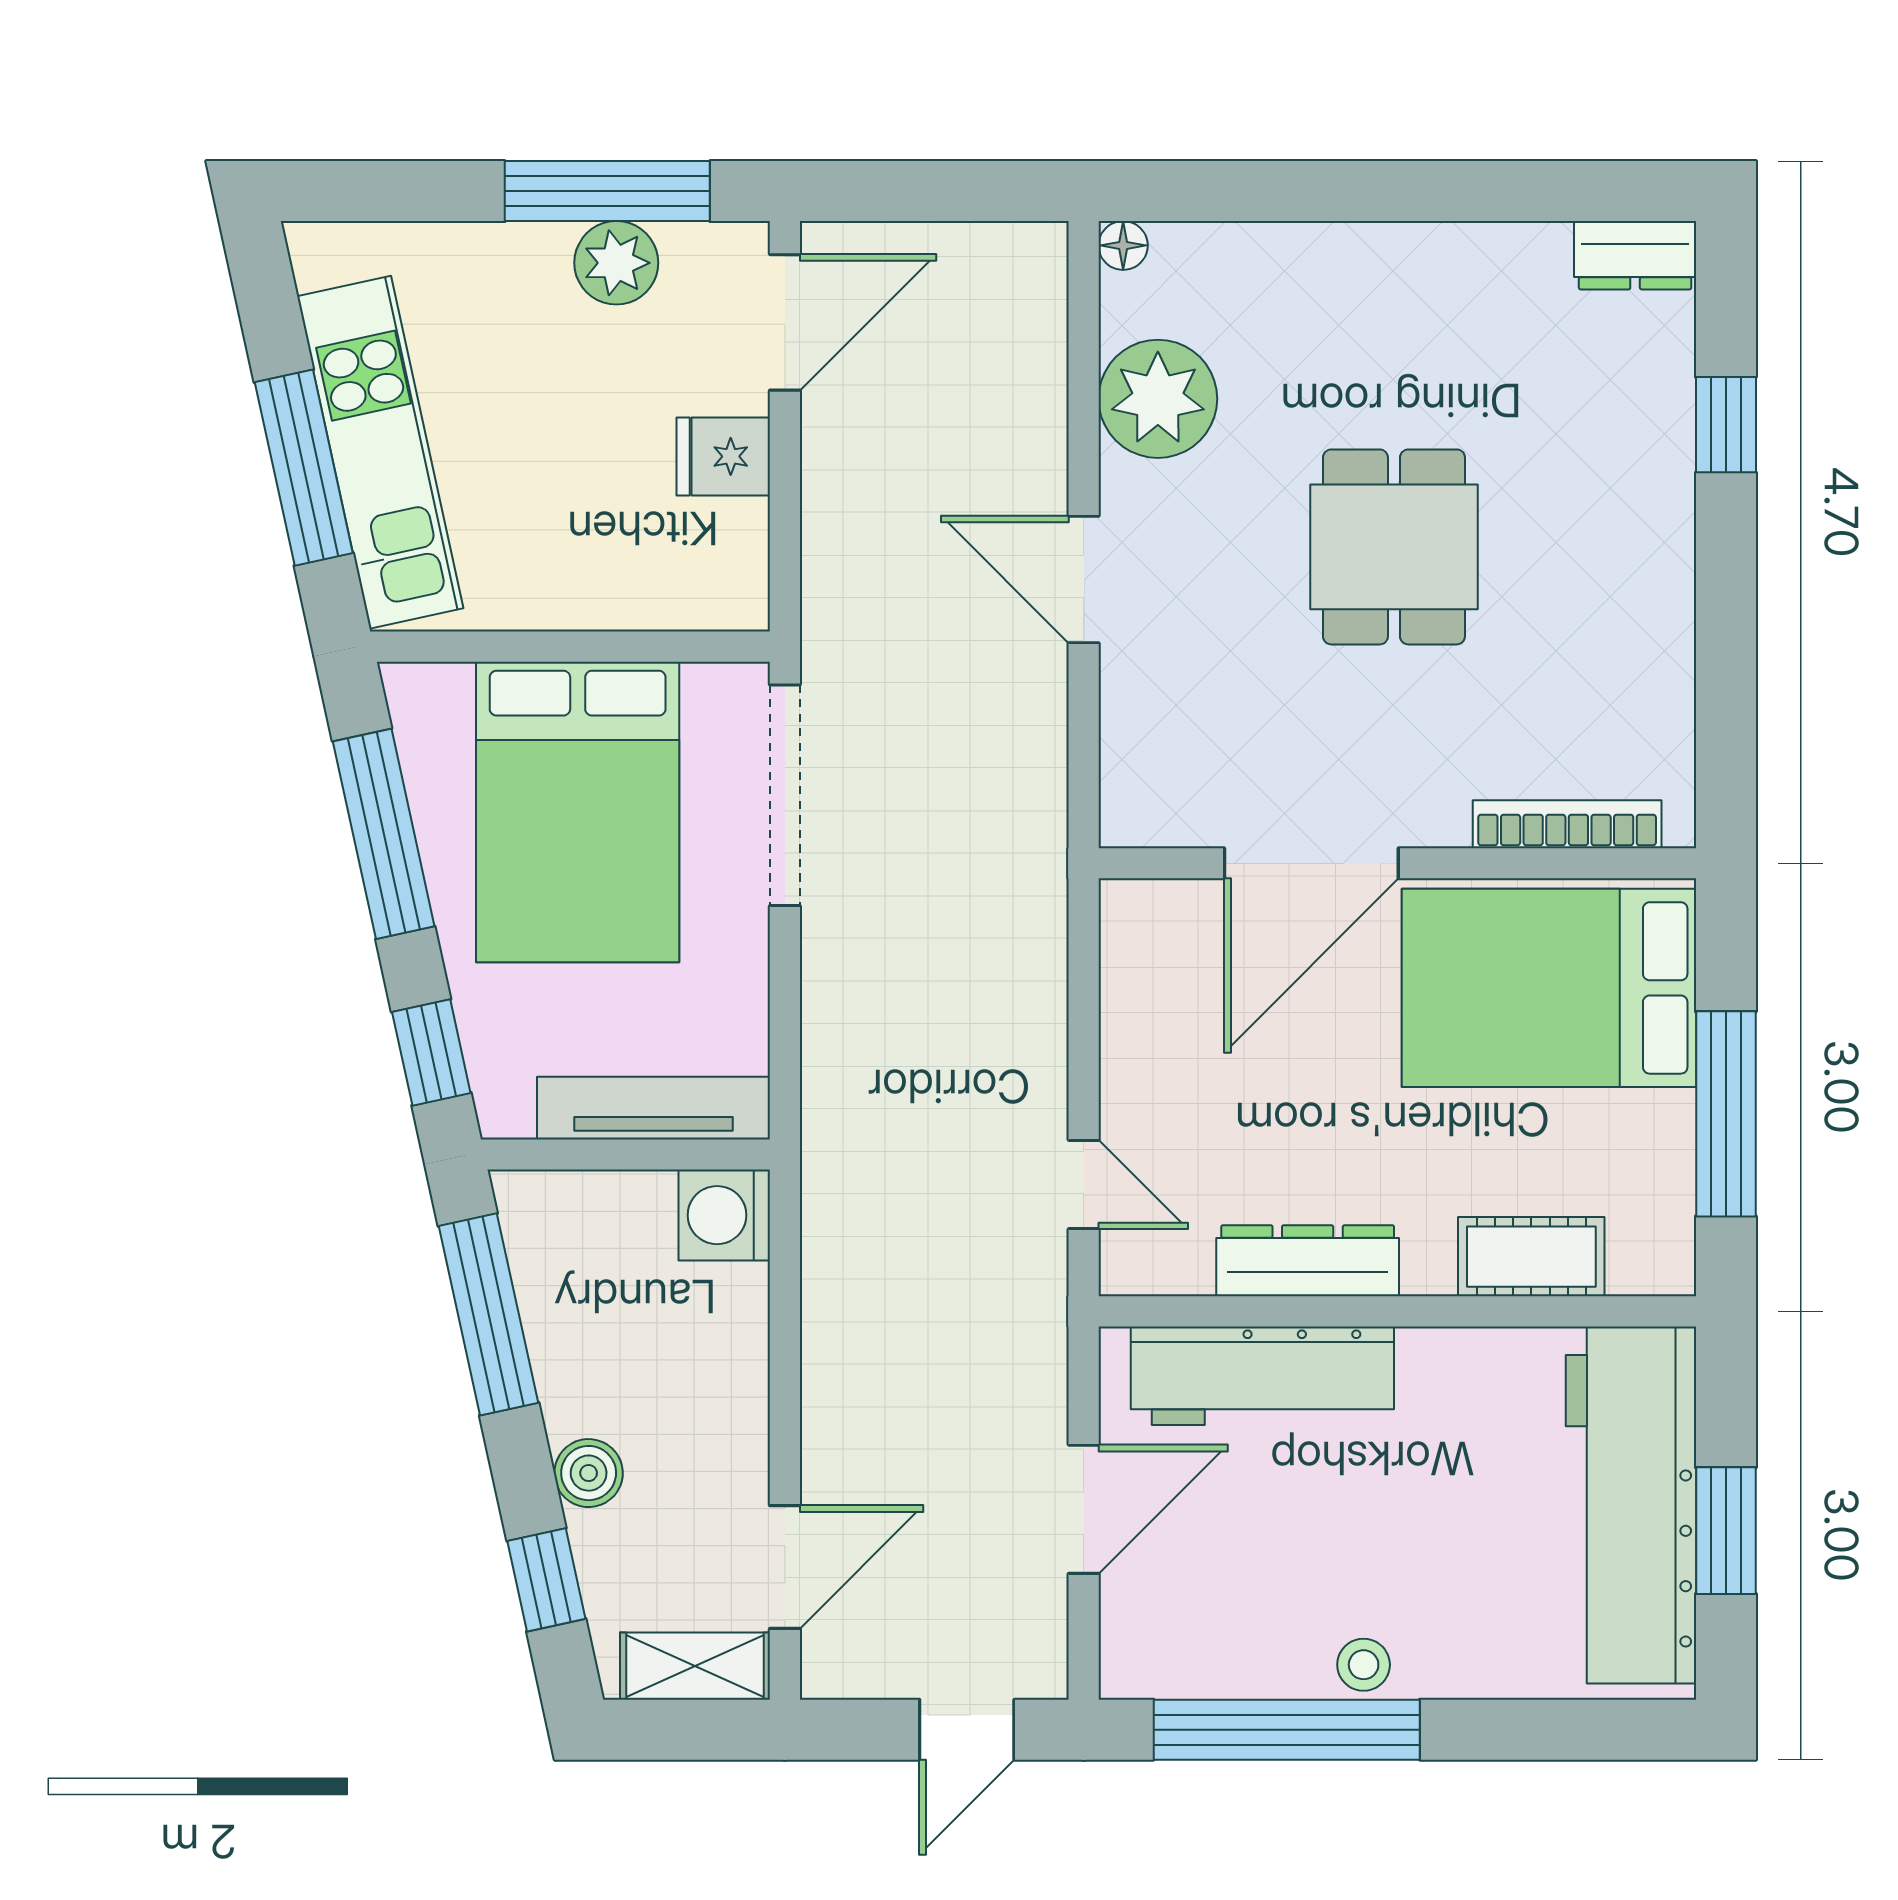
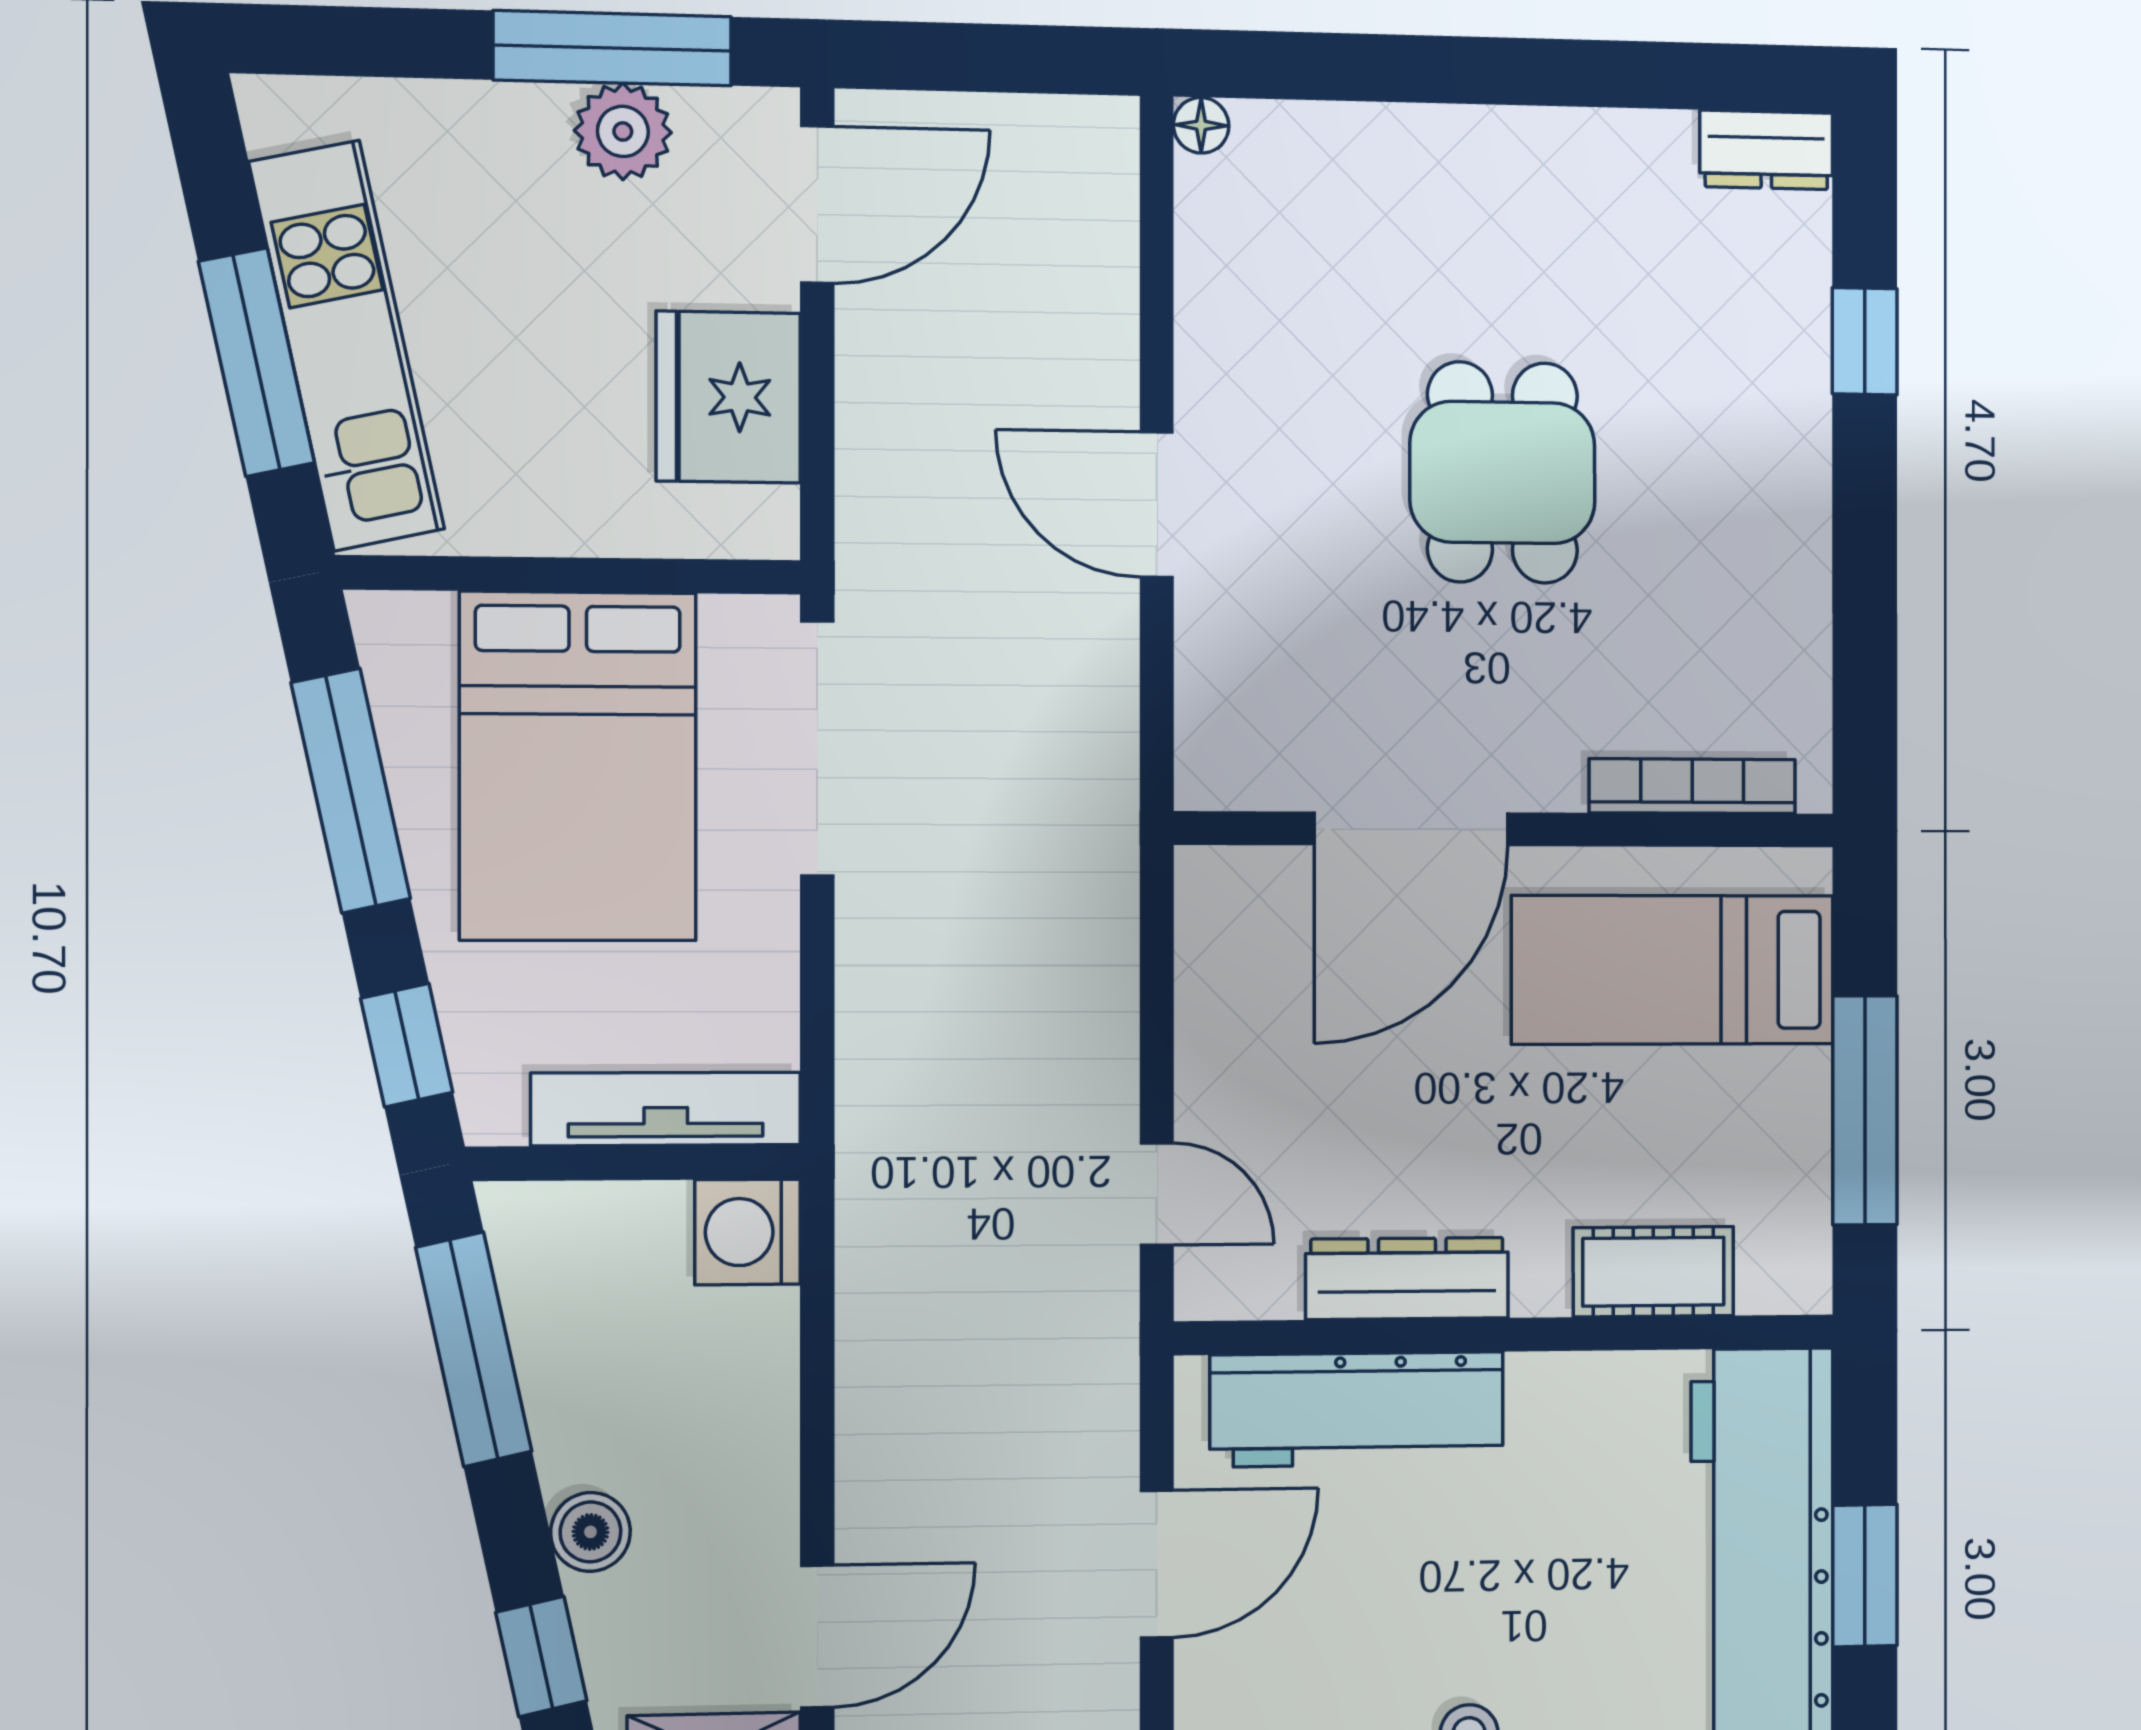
plant: (1158, 399) -> (1240, 301), removed
fridge: (723, 456) -> (728, 397), width x1.88, depth x1.34
bed: (1549, 988) -> (1673, 970), width x0.67

